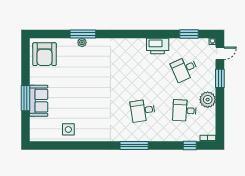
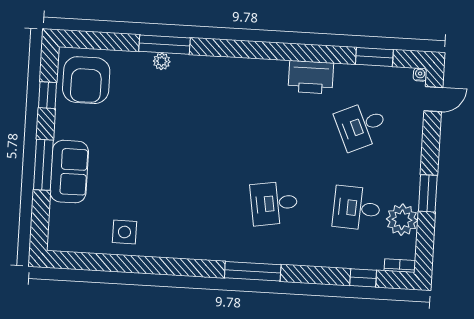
window: (25, 63) -> (48, 95), added
window: (220, 78) -> (428, 193), moved
plant: (208, 100) -> (402, 220), moved

